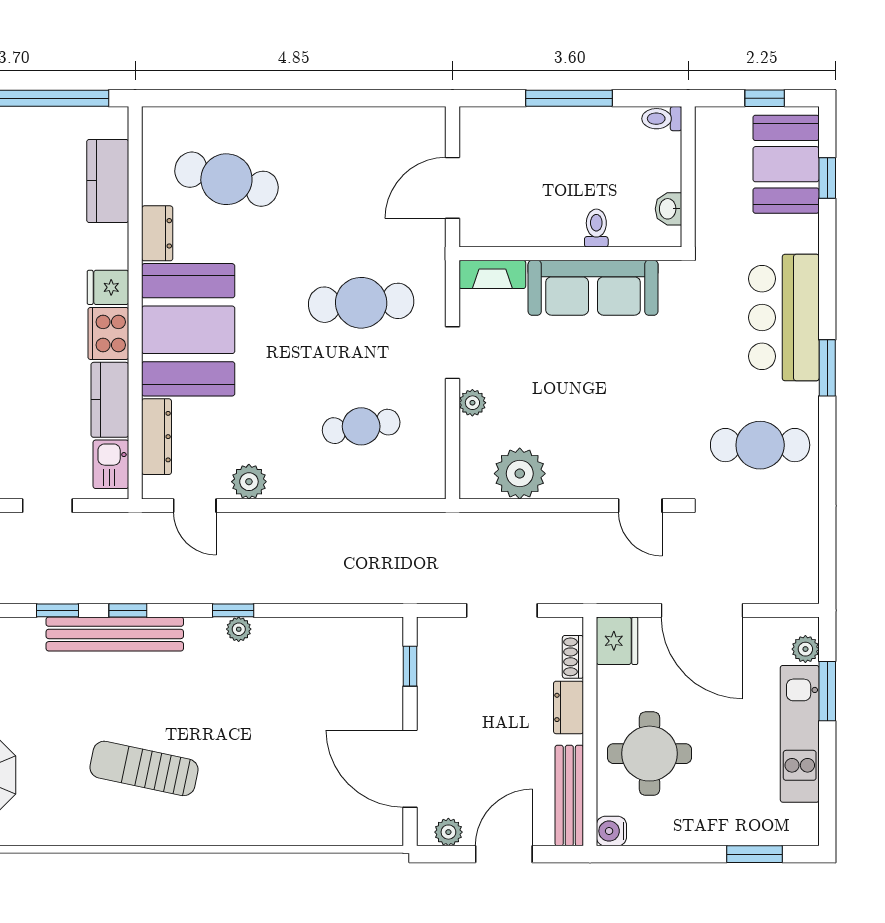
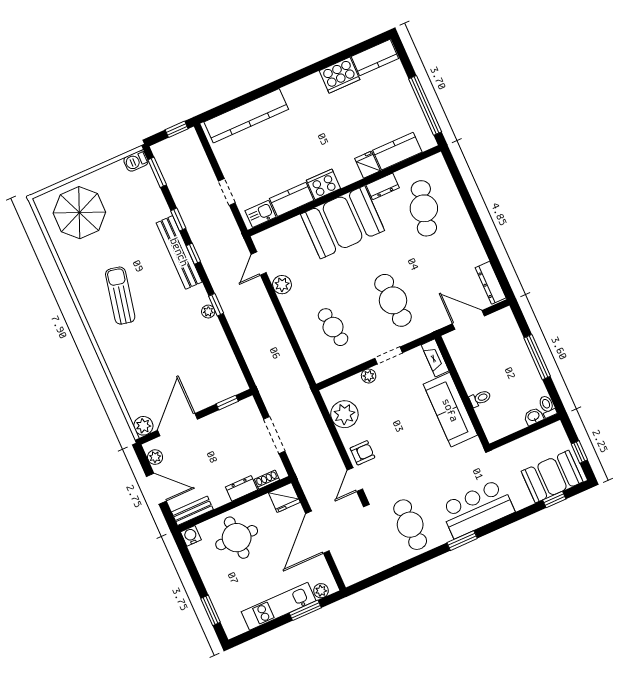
washbasin: (668, 209) -> (534, 416), moved
fridge: (108, 287) -> (368, 165), moved
dresser: (156, 437) -> (491, 283), moved, turned 90
armchair: (600, 472) -> (362, 453), added
bench: (569, 796) -> (192, 511), width x0.73
plant: (386, 828) -> (143, 426), added

